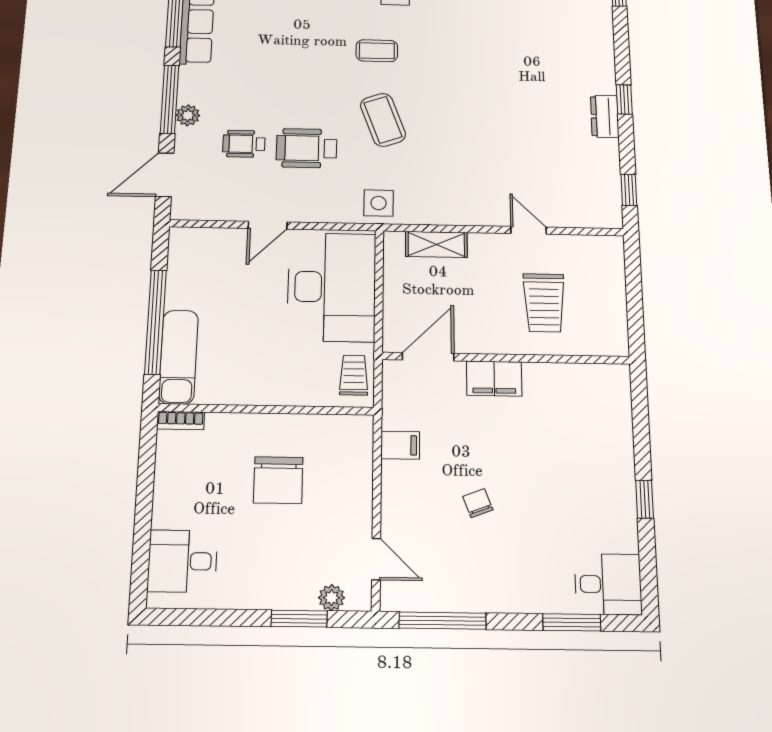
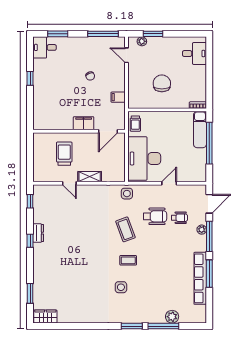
shelving: (436, 244) -> (90, 177), moved

